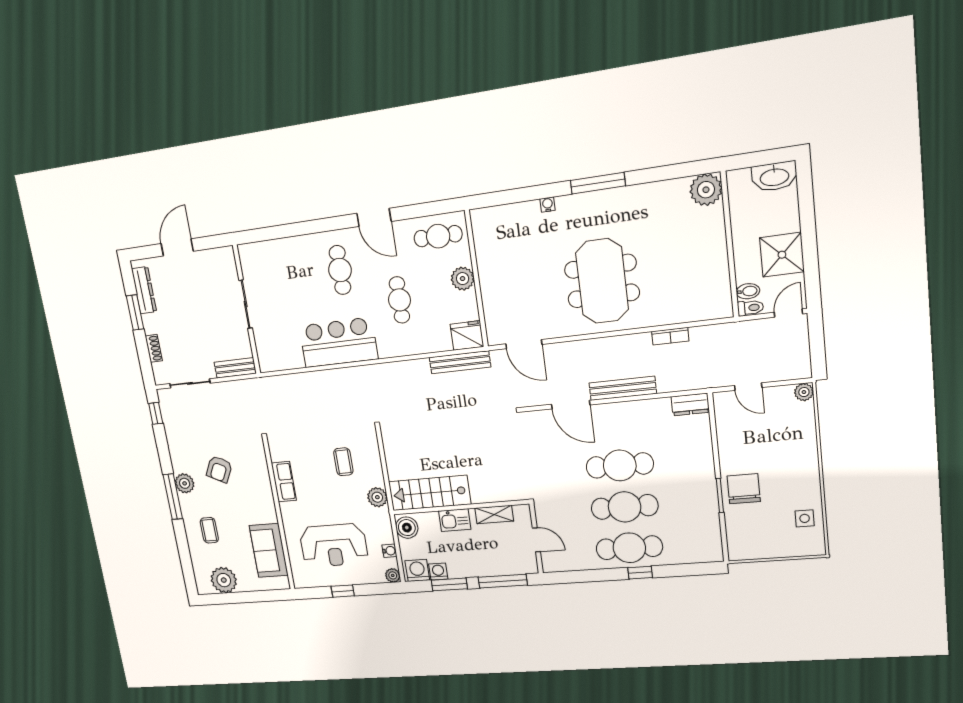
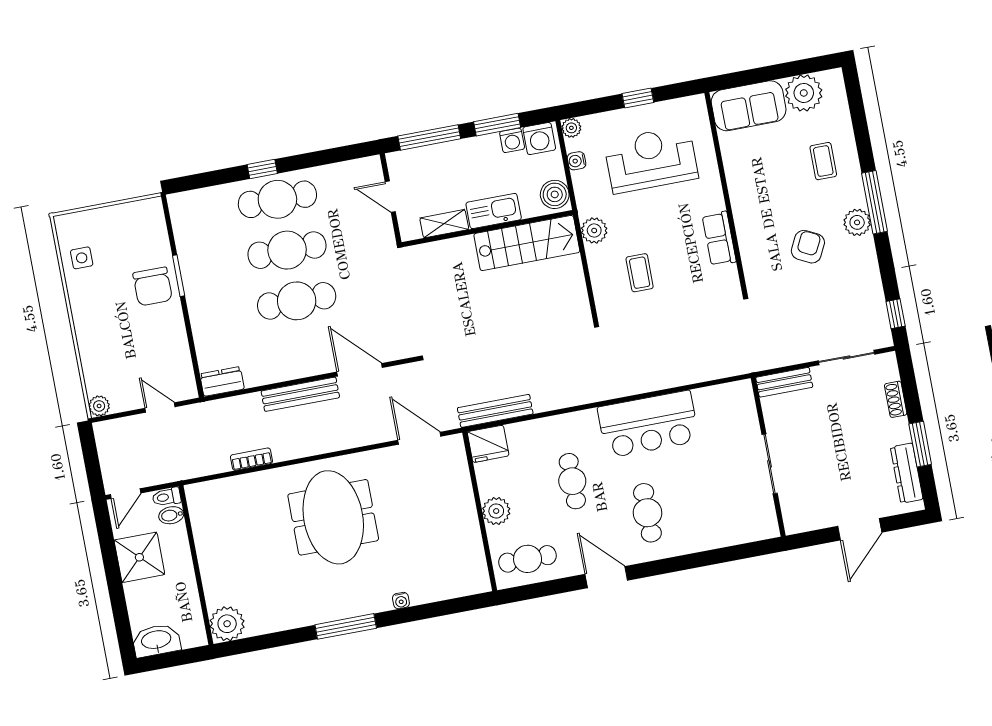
kitchen sink: (455, 520) -> (494, 211), width x1.38
sofa: (269, 551) -> (749, 106), moved, turned 90

